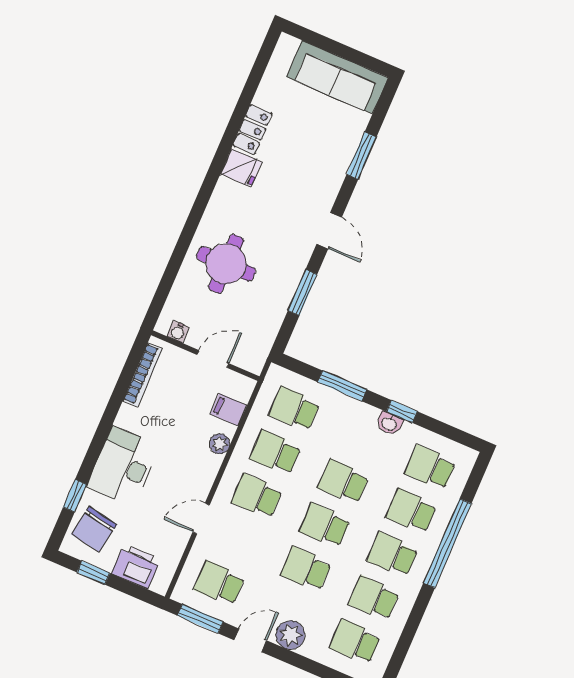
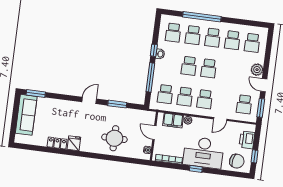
window: (361, 156) -> (36, 94), moved
window: (342, 386) -> (150, 77), width x1.44
filing cabinet: (229, 410) -> (173, 120), width x2.00
desk: (123, 467) -> (203, 153), width x1.36, depth x1.30
window: (75, 496) -> (196, 169), moved
door: (201, 518) -> (220, 119), hinge flipped
school desk: (306, 569) -> (228, 71), removed

